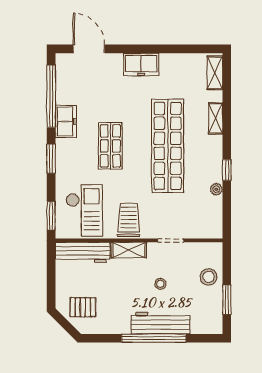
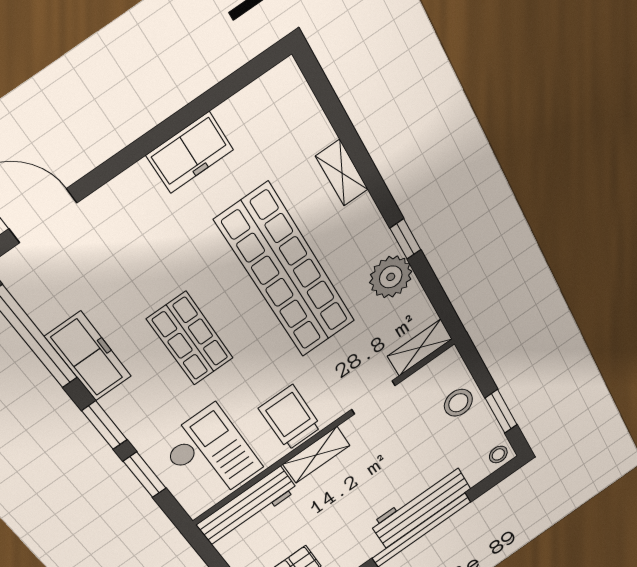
freezer: (141, 64) -> (190, 153), moved
shelving: (215, 73) -> (420, 348), moved, turned 90
freezer: (66, 121) -> (88, 356), width x1.40
plant: (216, 189) -> (391, 277), width x1.88, depth x1.88
window: (51, 216) -> (145, 475), moved
stool: (160, 284) -> (498, 454), moved

